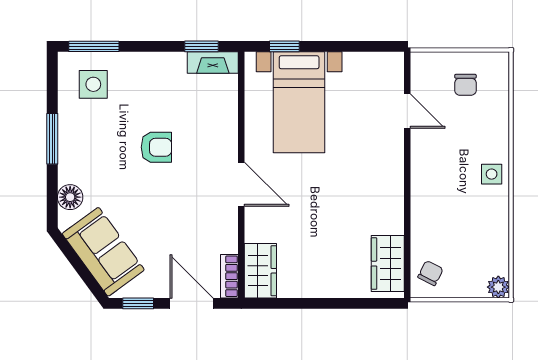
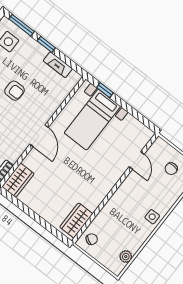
window: (201, 46) -> (46, 44), moved
fireplace: (213, 62) -> (58, 65), moved
plant: (498, 287) -> (126, 257), moved

